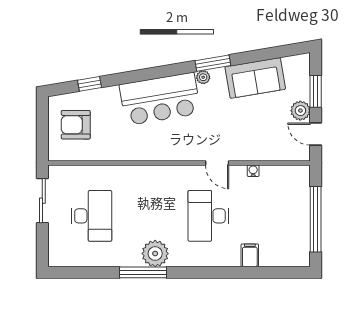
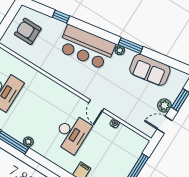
window: (89, 84) -> (61, 17), moved
door: (316, 134) -> (165, 125), hinge flipped
desk: (208, 216) -> (72, 133), turned 180
plant: (155, 254) -> (28, 142), width x0.53, depth x0.53

